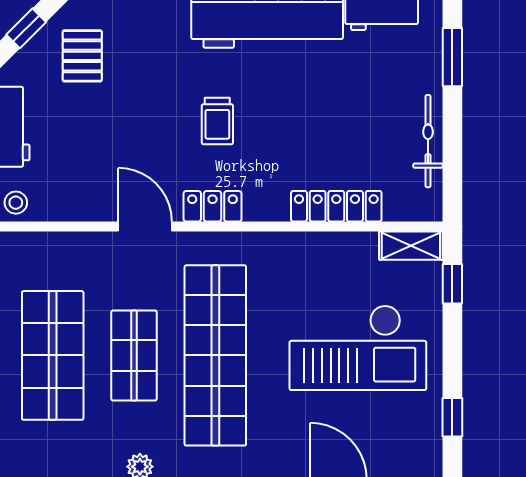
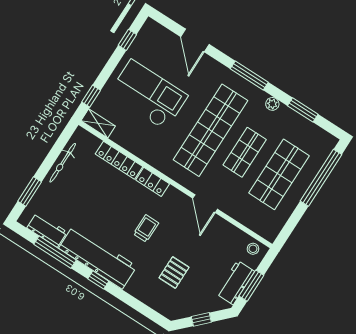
pallet: (82, 56) -> (174, 273), moved
locker: (213, 206) -> (153, 182), moved

